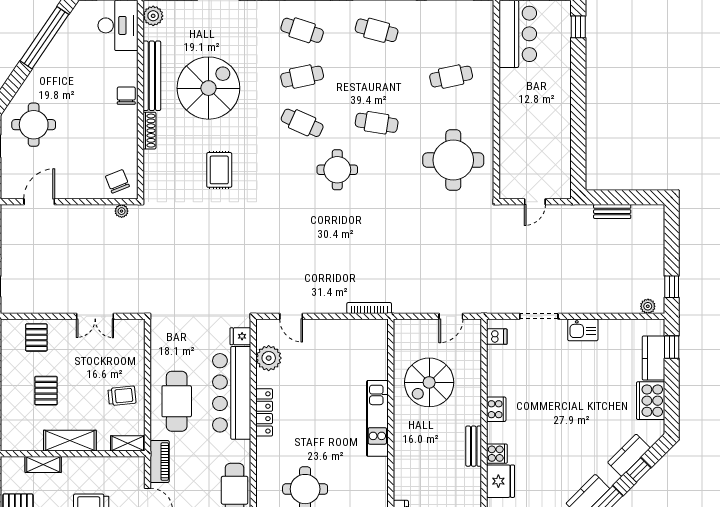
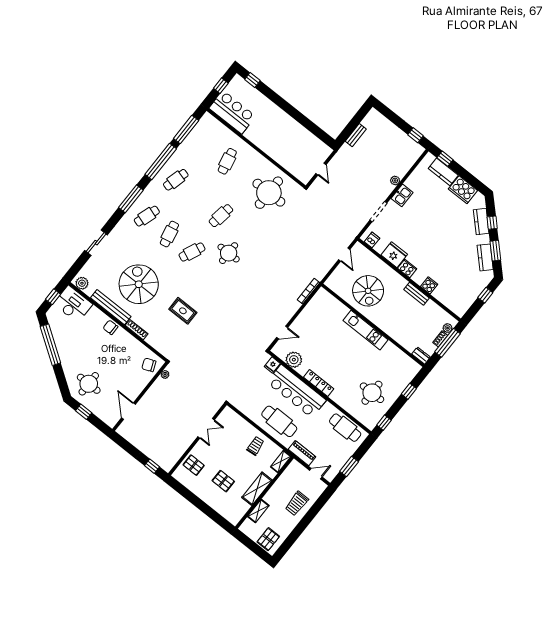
plant: (648, 306) -> (395, 181), moved
fridge: (501, 481) -> (394, 255), moved

